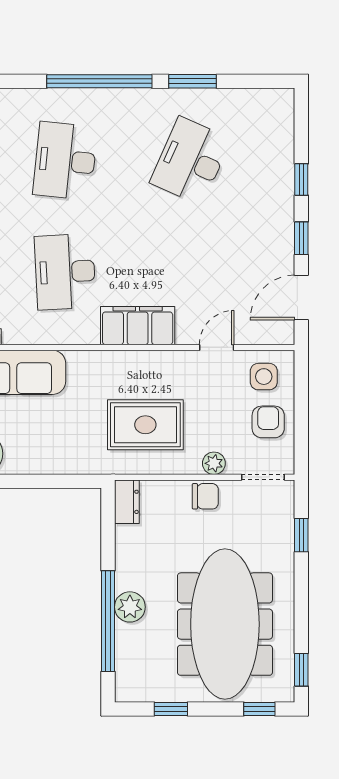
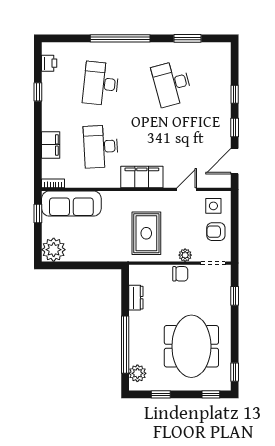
window: (192, 81) -> (187, 38), moved
desk: (191, 161) -> (172, 84), turned -39
armchair: (268, 422) -> (216, 232), turned -90
rug: (145, 425) -> (146, 233), turned 90
dresser: (127, 502) -> (136, 298), moved
plant: (130, 607) -> (137, 373), moved
meeting table: (225, 624) -> (191, 346), width x0.73

